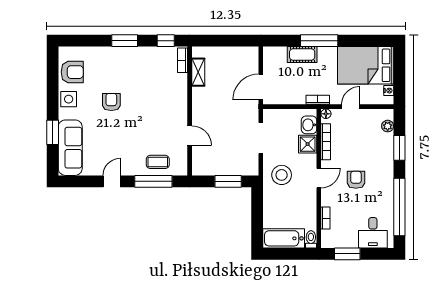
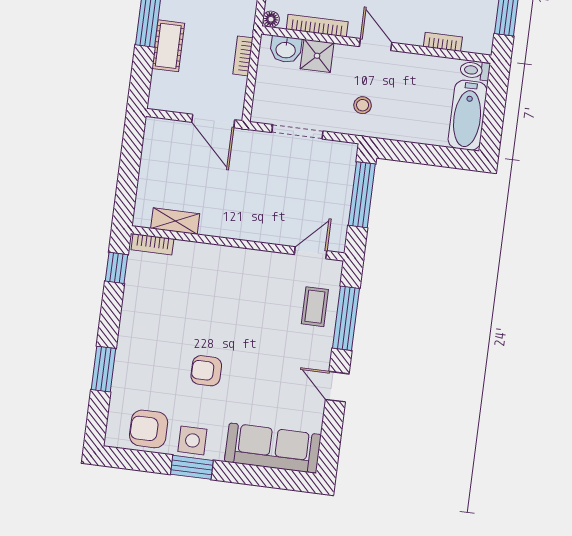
window: (125, 41) -> (104, 369), moved
armchair: (72, 72) -> (149, 429), turned -90
bookcase: (318, 100) -> (243, 56), moved
window: (53, 132) -> (192, 467), moved
door: (190, 136) -> (311, 253), moved
stool: (282, 175) -> (363, 105), width x0.53, depth x0.53
window: (228, 181) -> (362, 195), width x1.44

